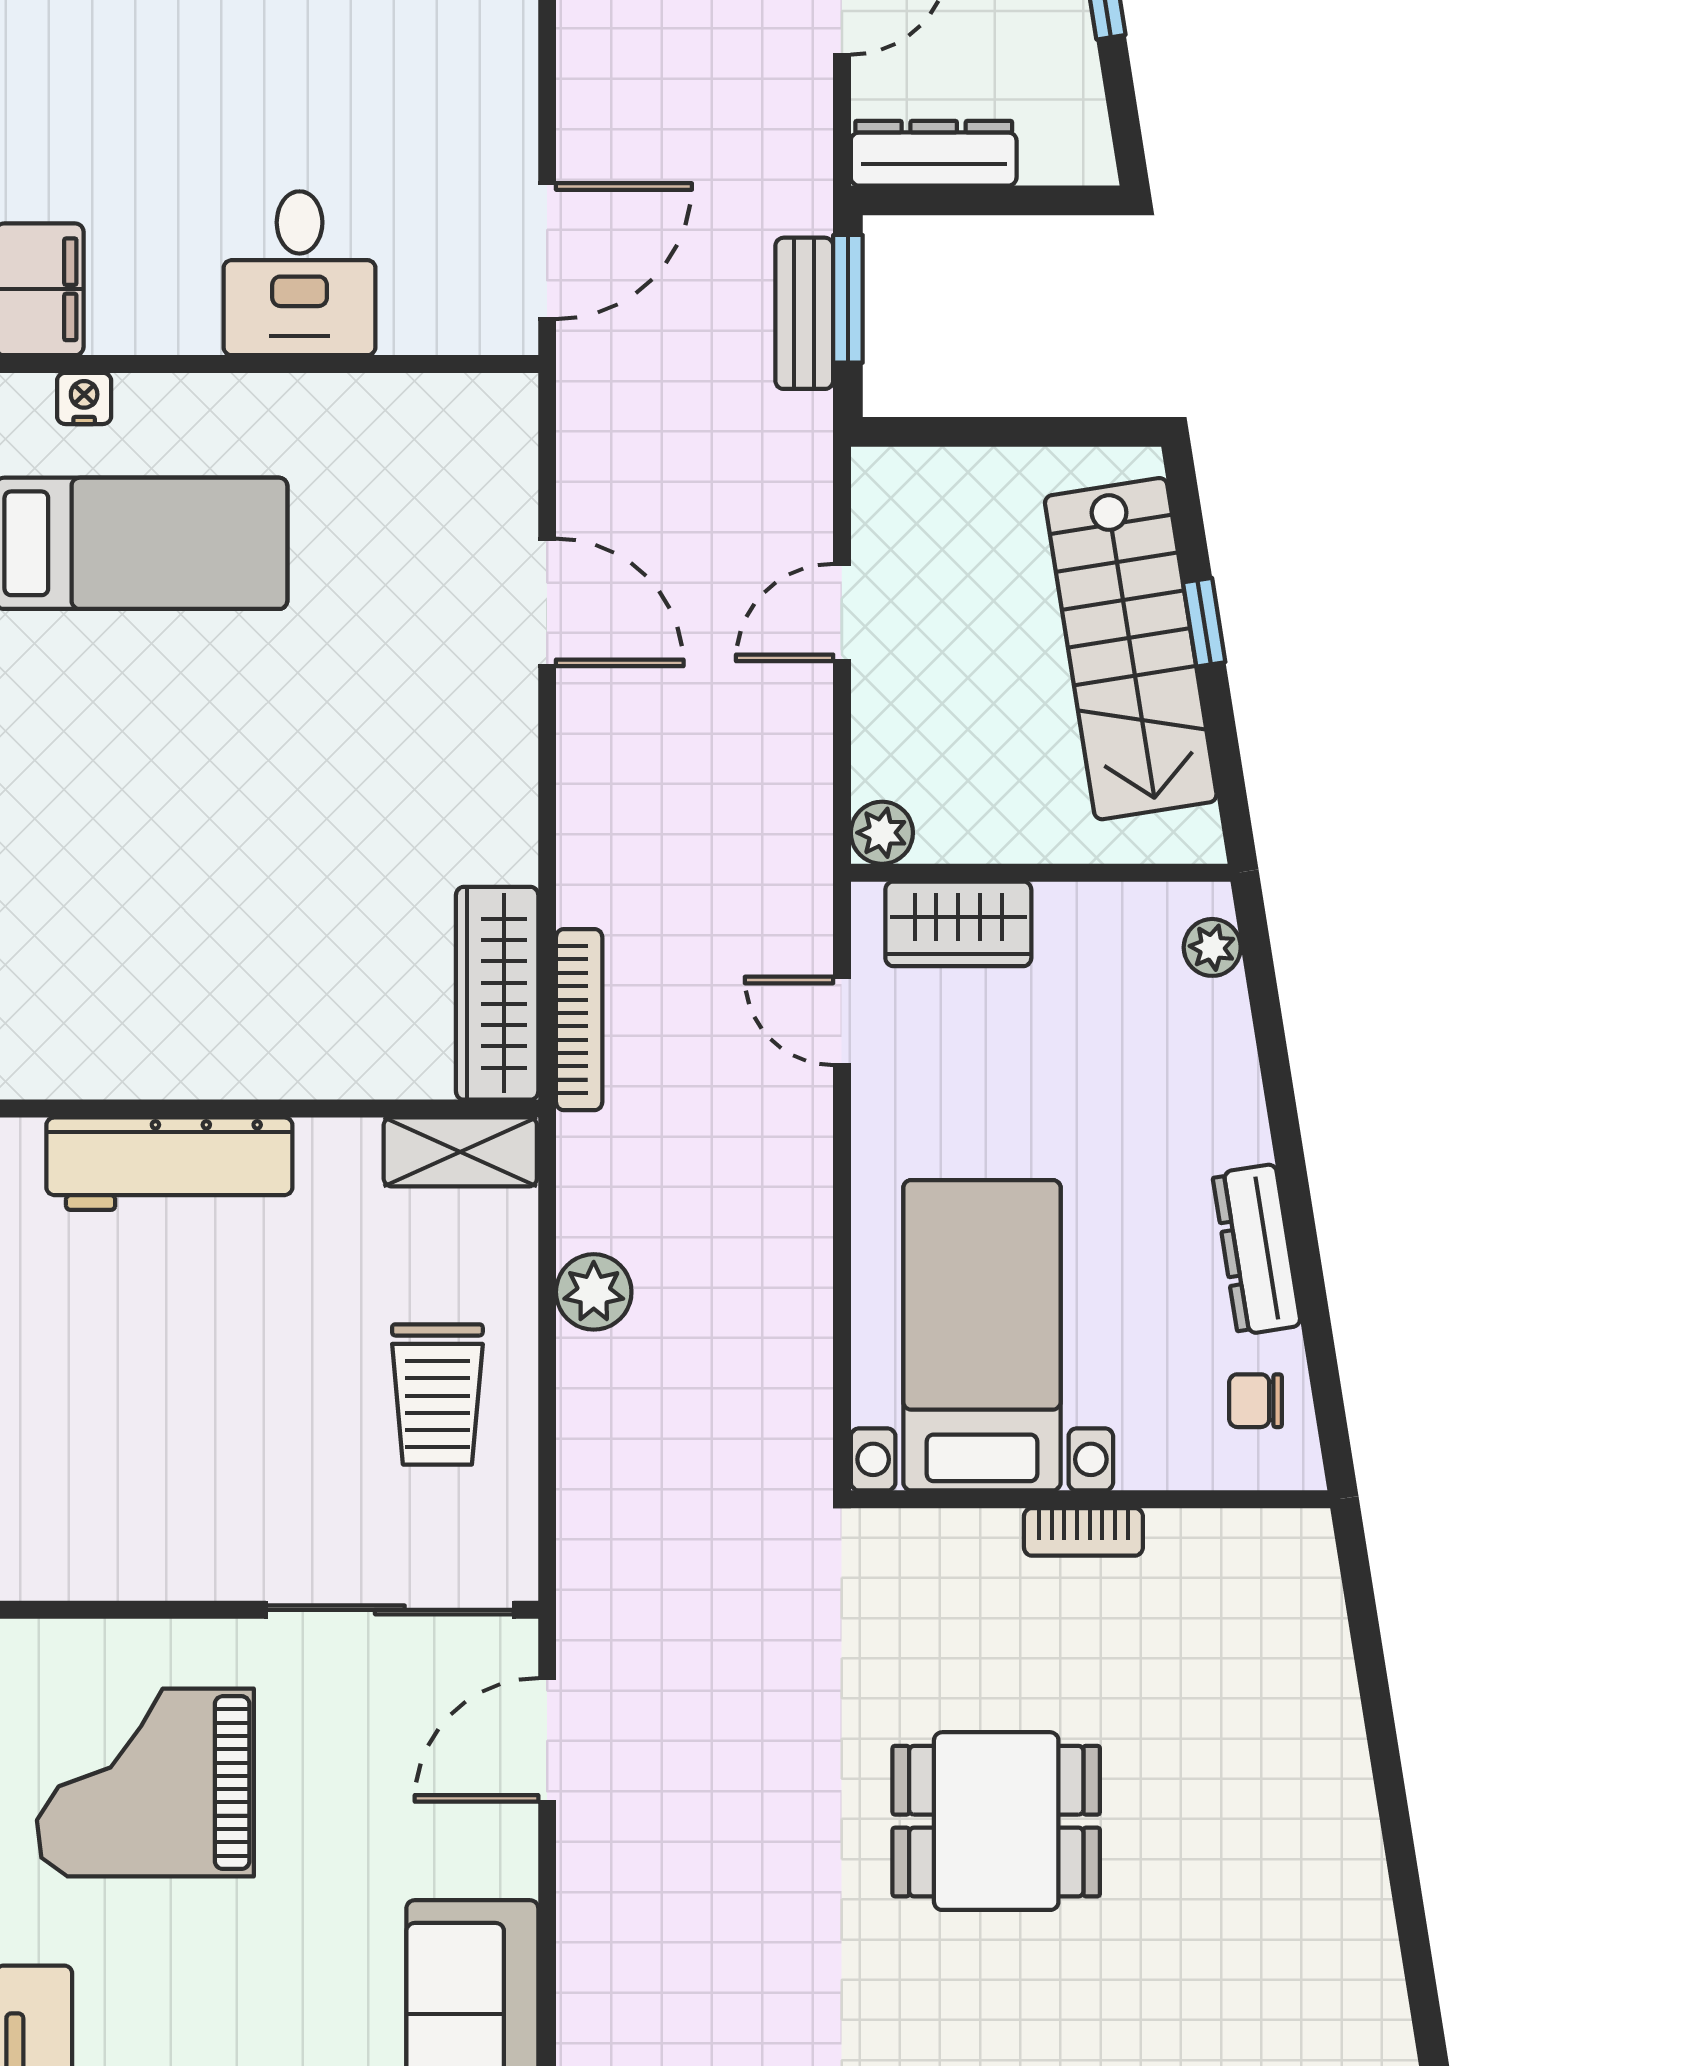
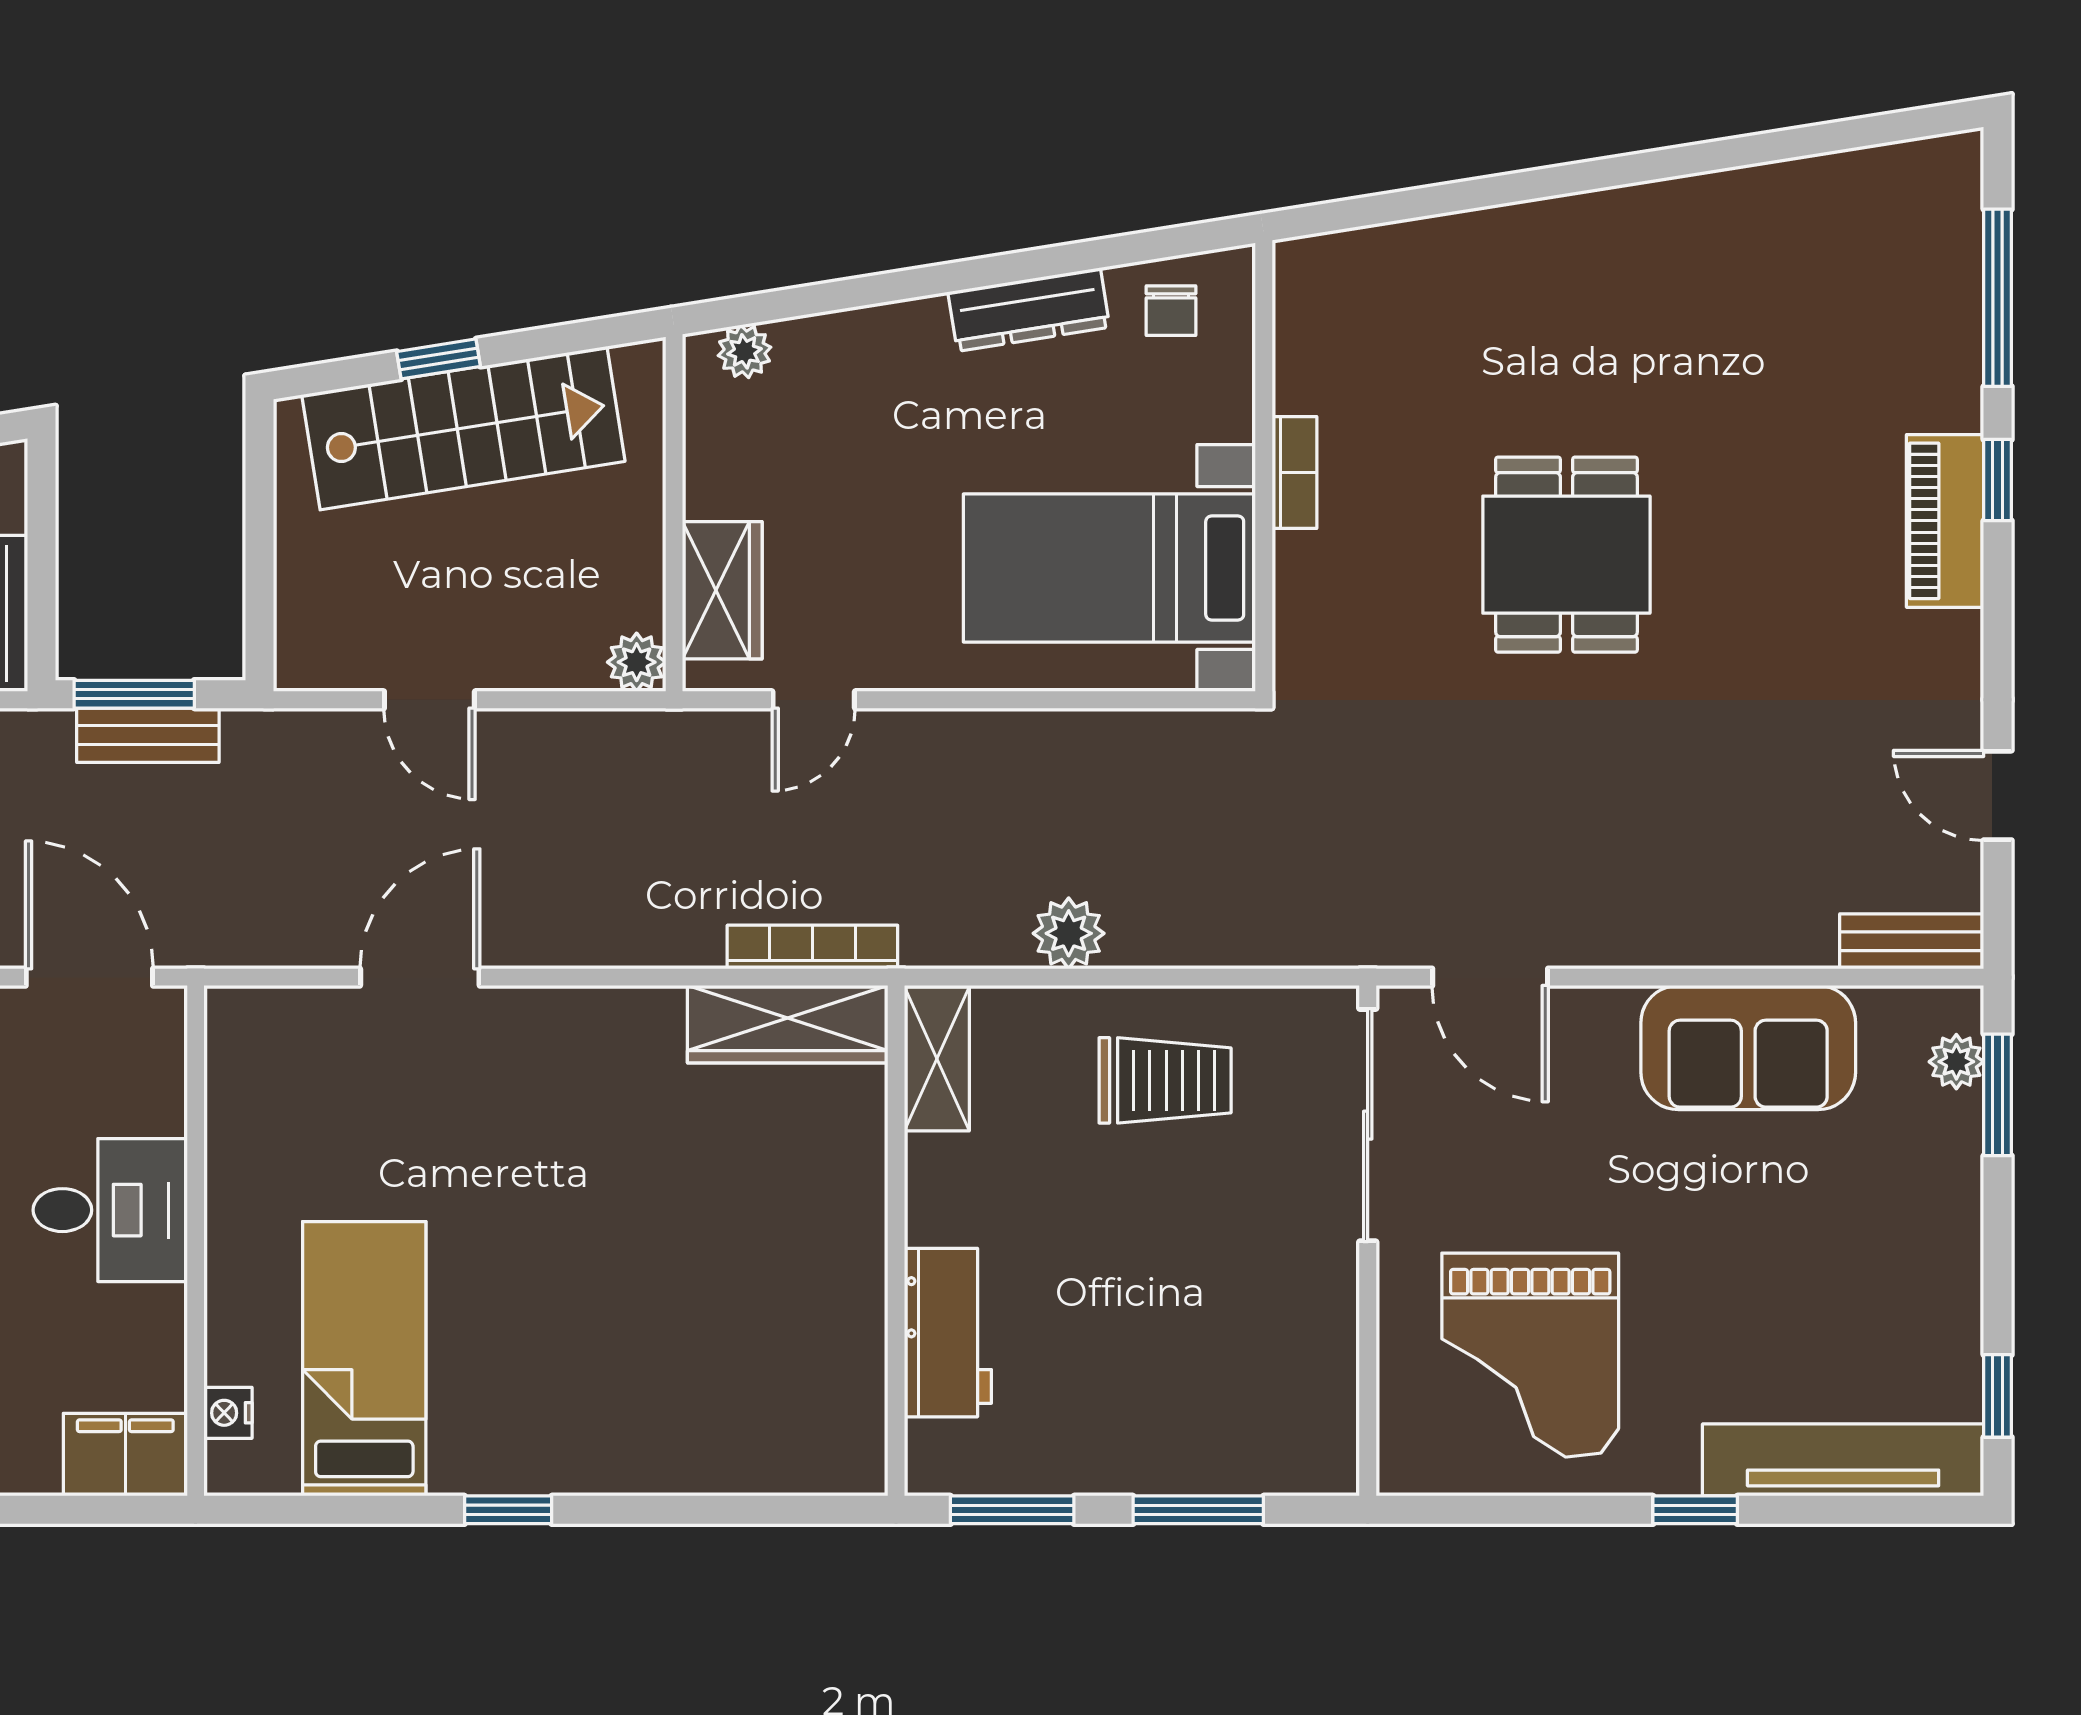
workbench: (169, 1164) -> (948, 1333), width x0.73

